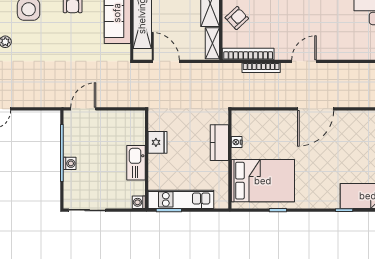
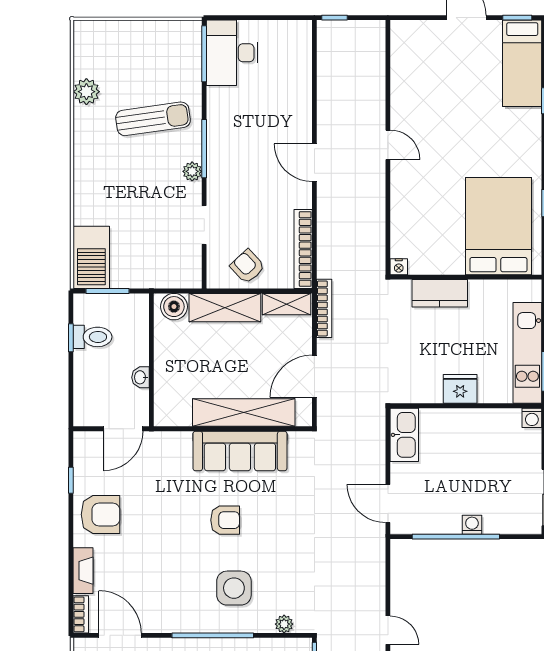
bookcase: (261, 68) -> (324, 308), moved
door: (316, 109) -> (388, 145), width x0.53
fridge: (157, 142) -> (460, 389), moved
nightstand: (237, 142) -> (399, 267), moved
kitchen sink: (136, 163) -> (404, 435), moved, turned -90

